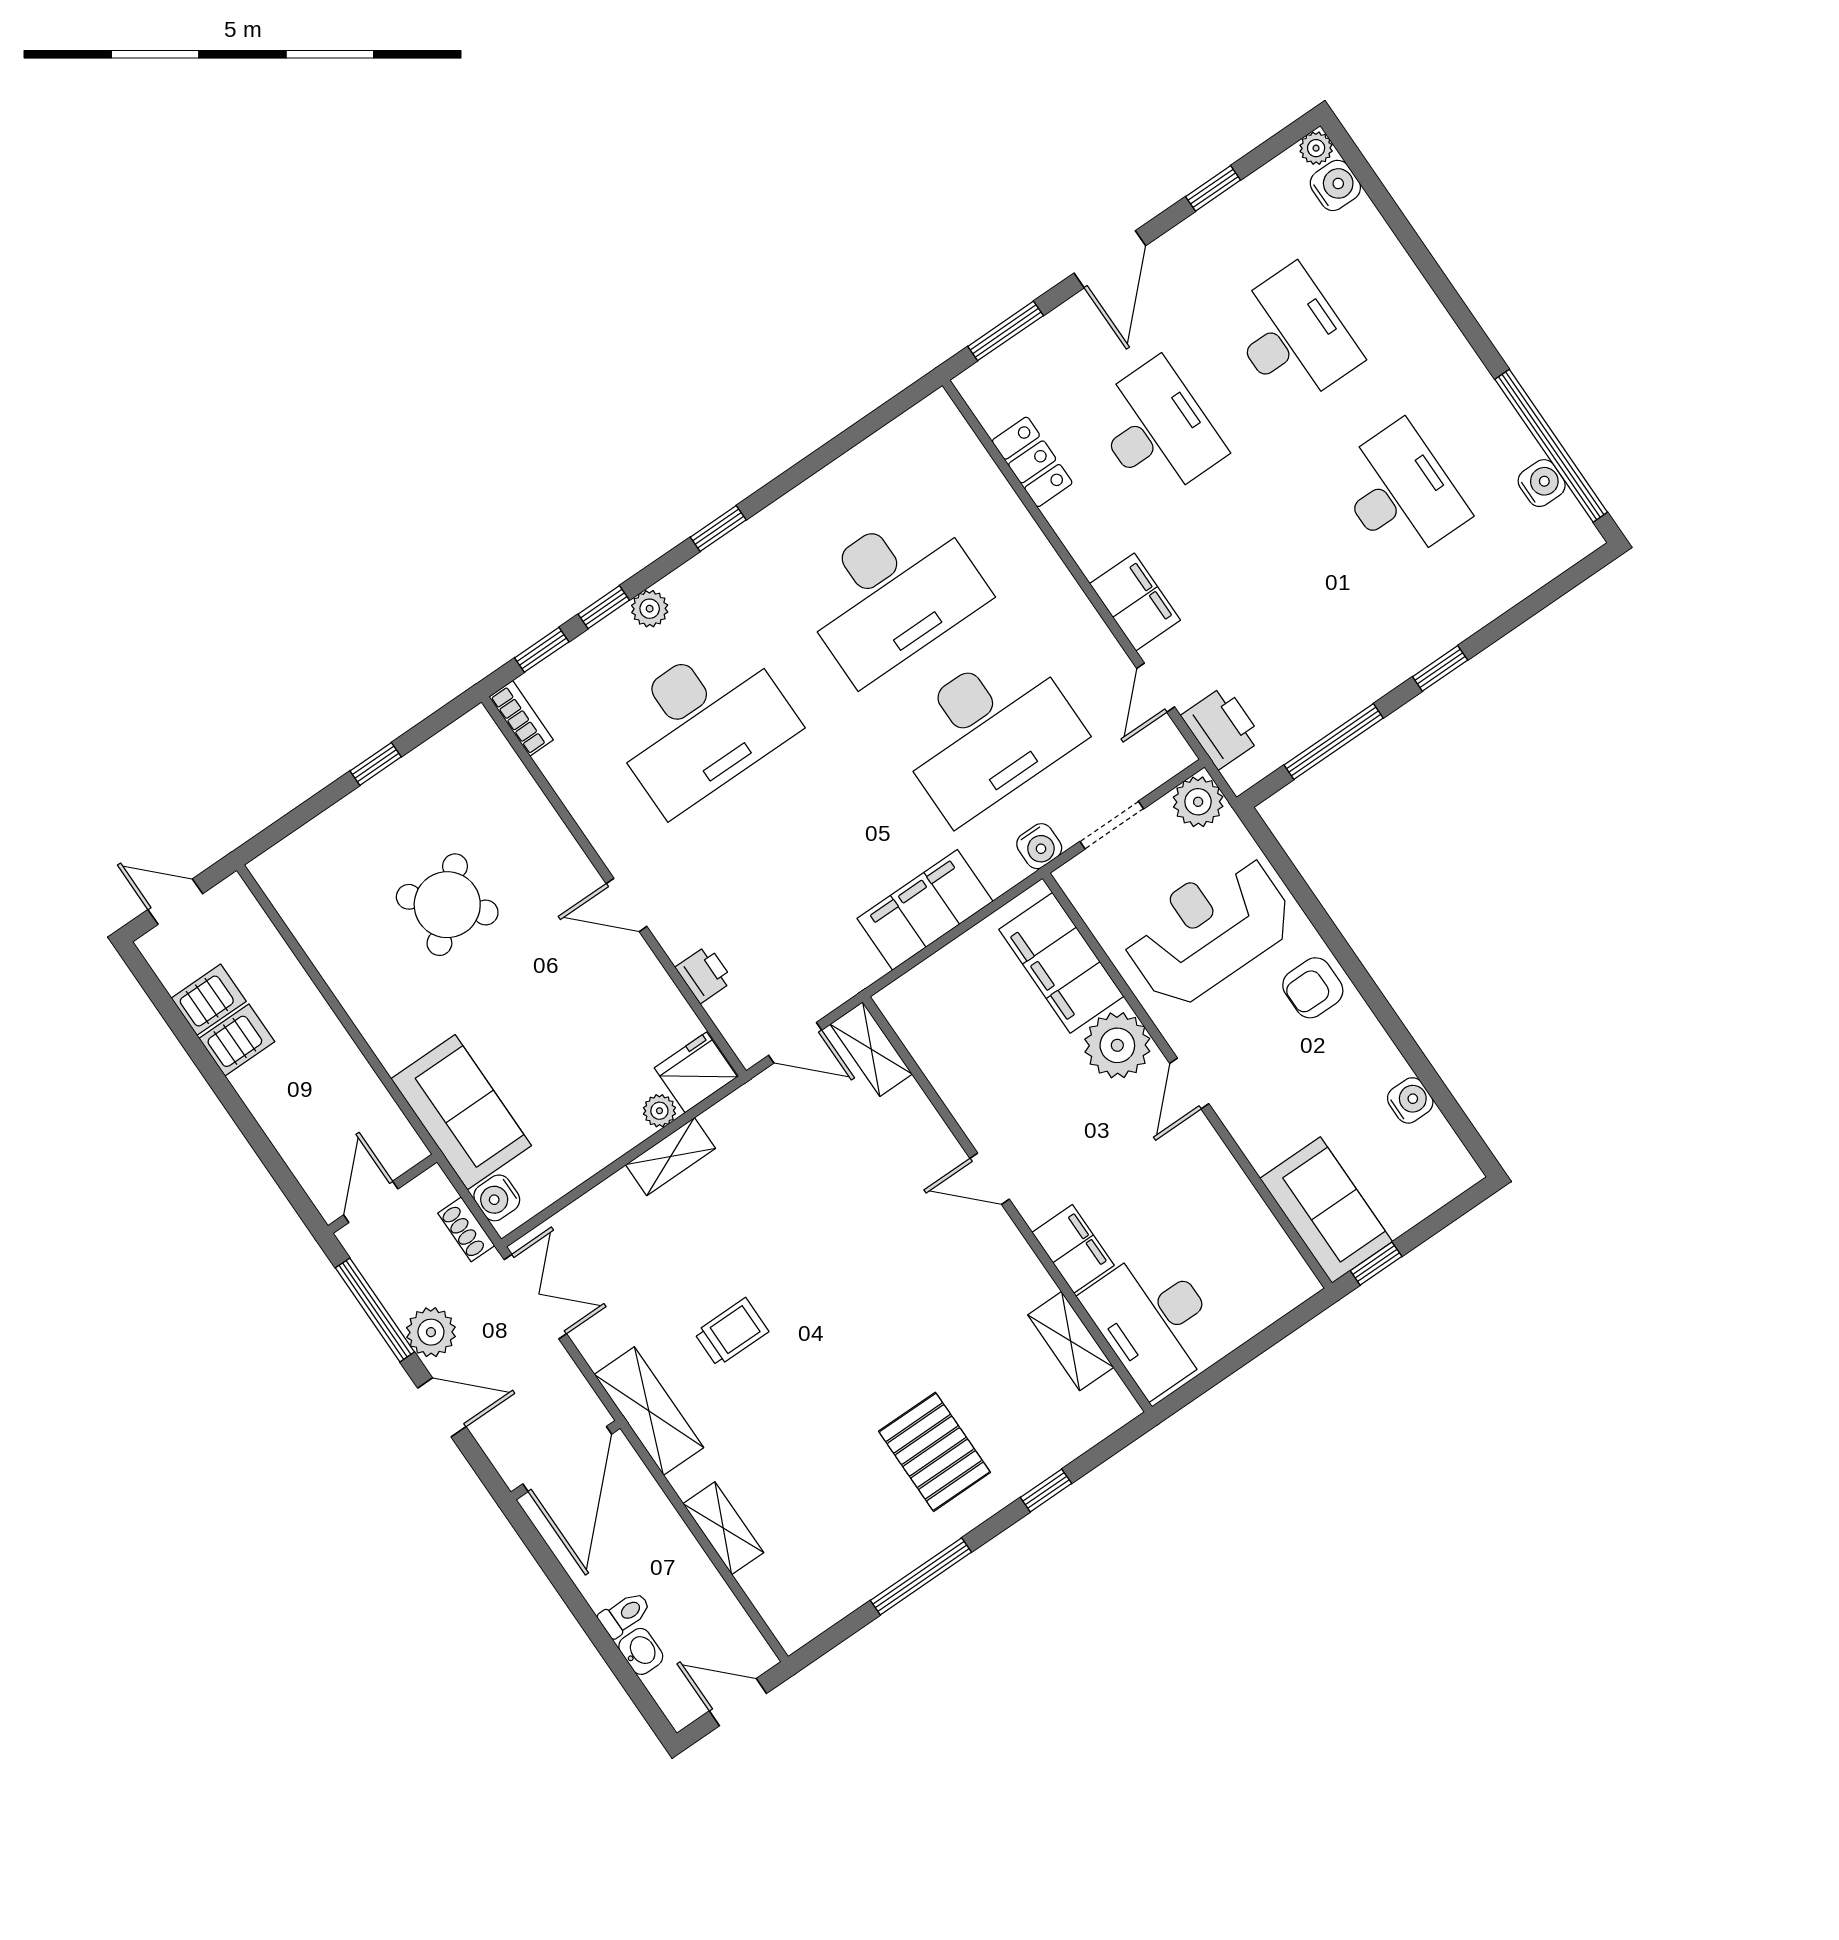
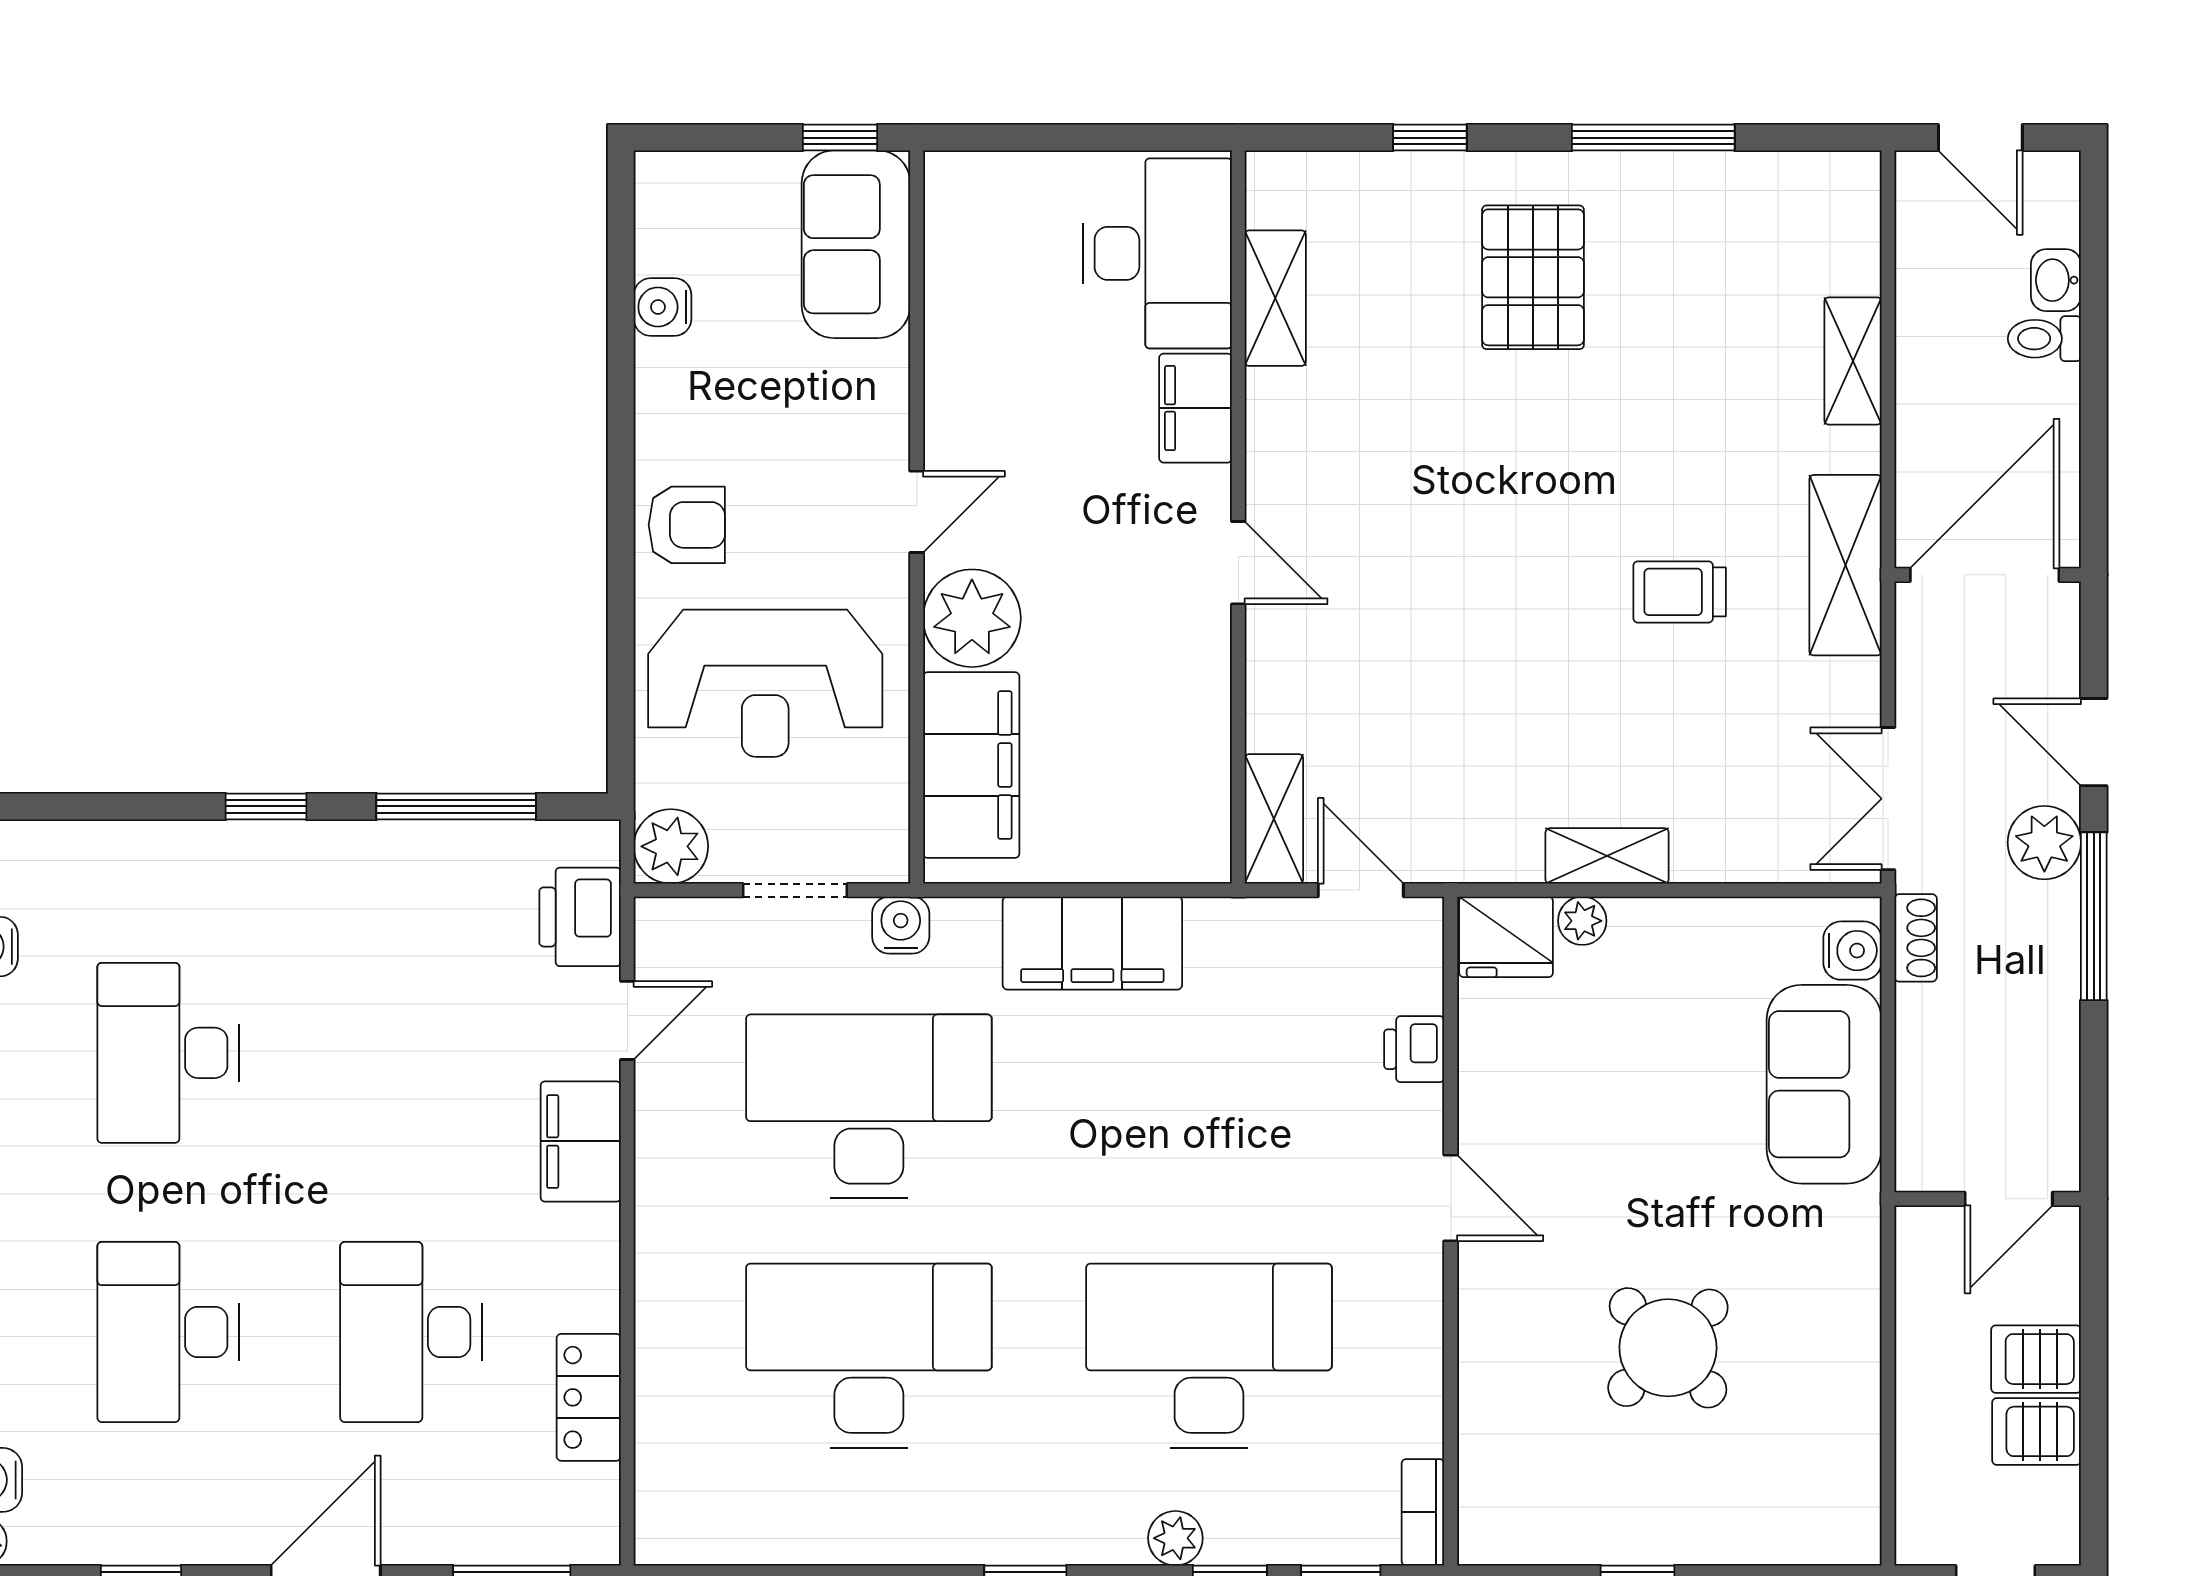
wall: (383, 1194) -> (1988, 1199), moved
door: (371, 1202) -> (2009, 1199), moved

